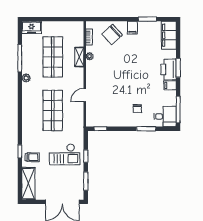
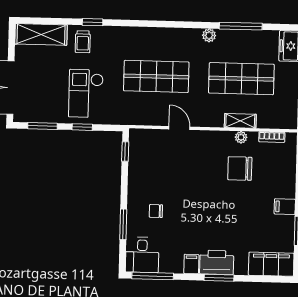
chair: (112, 34) -> (240, 169), moved, turned -47

